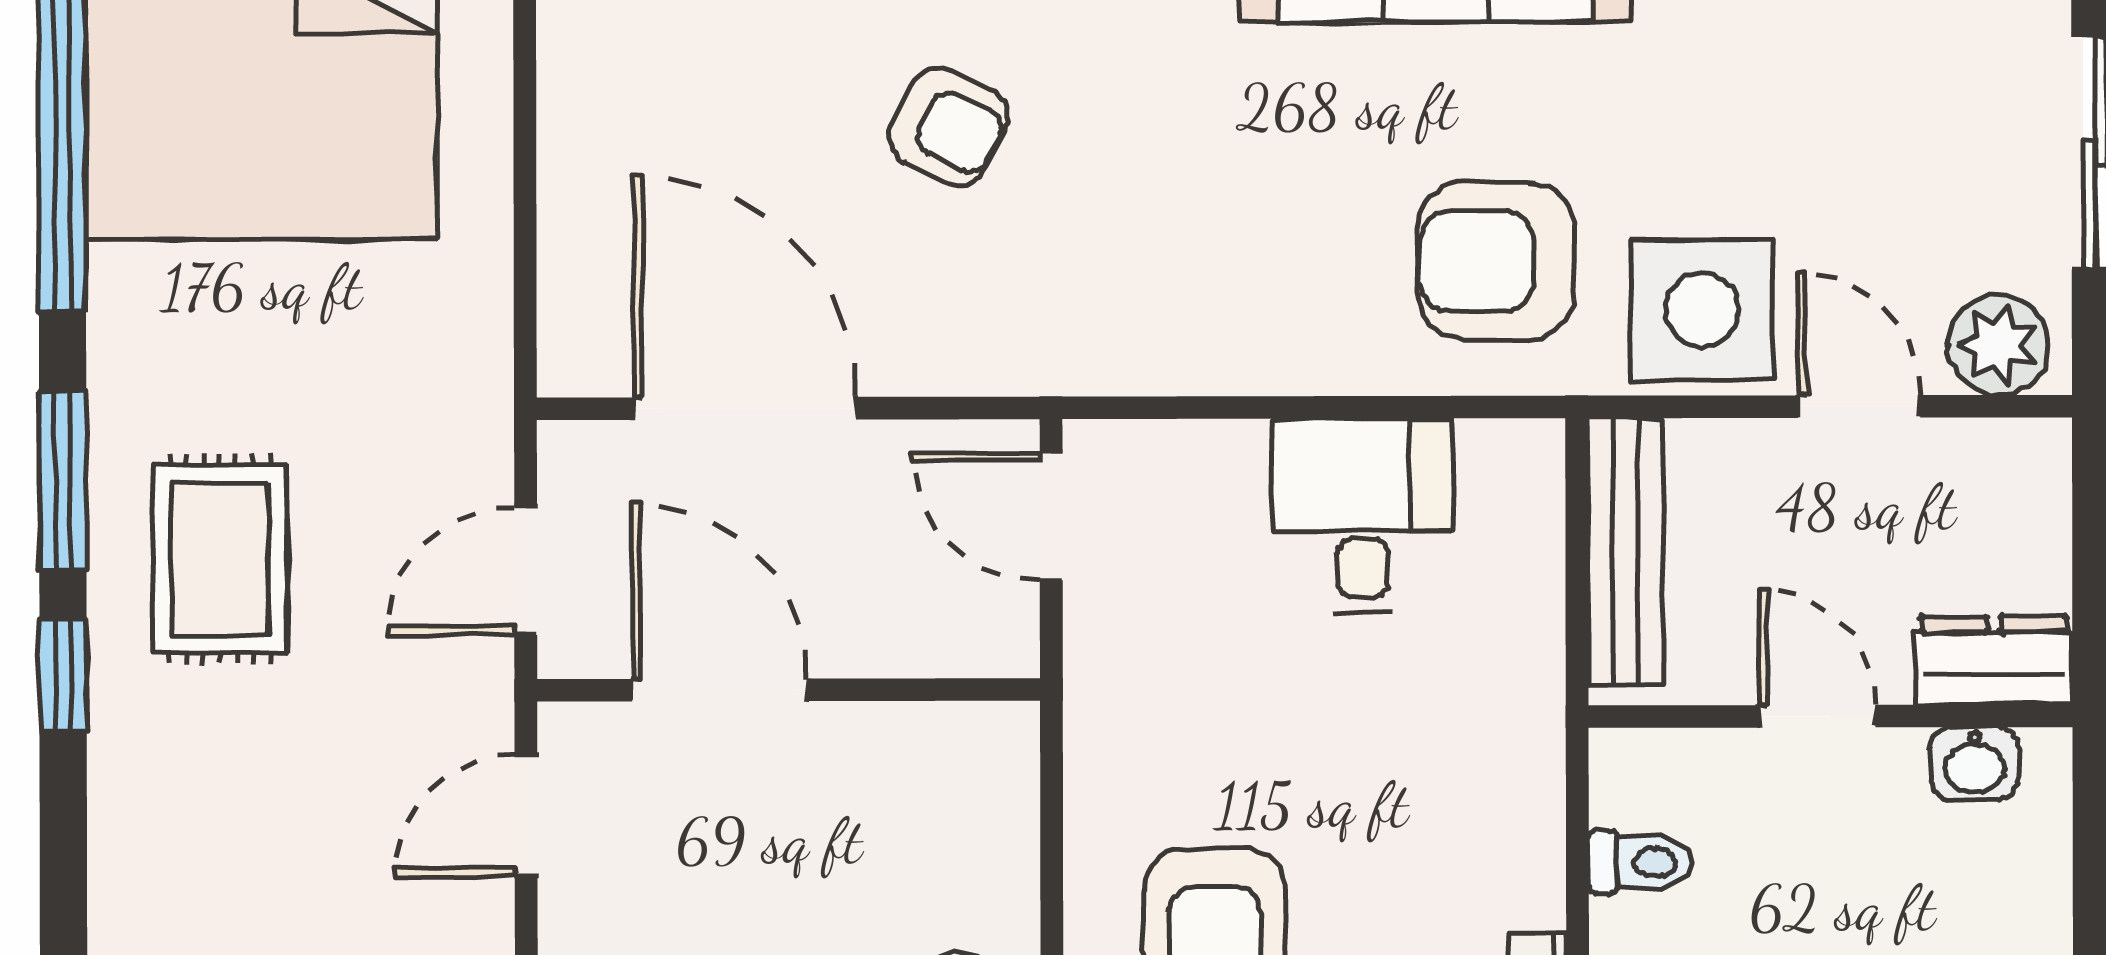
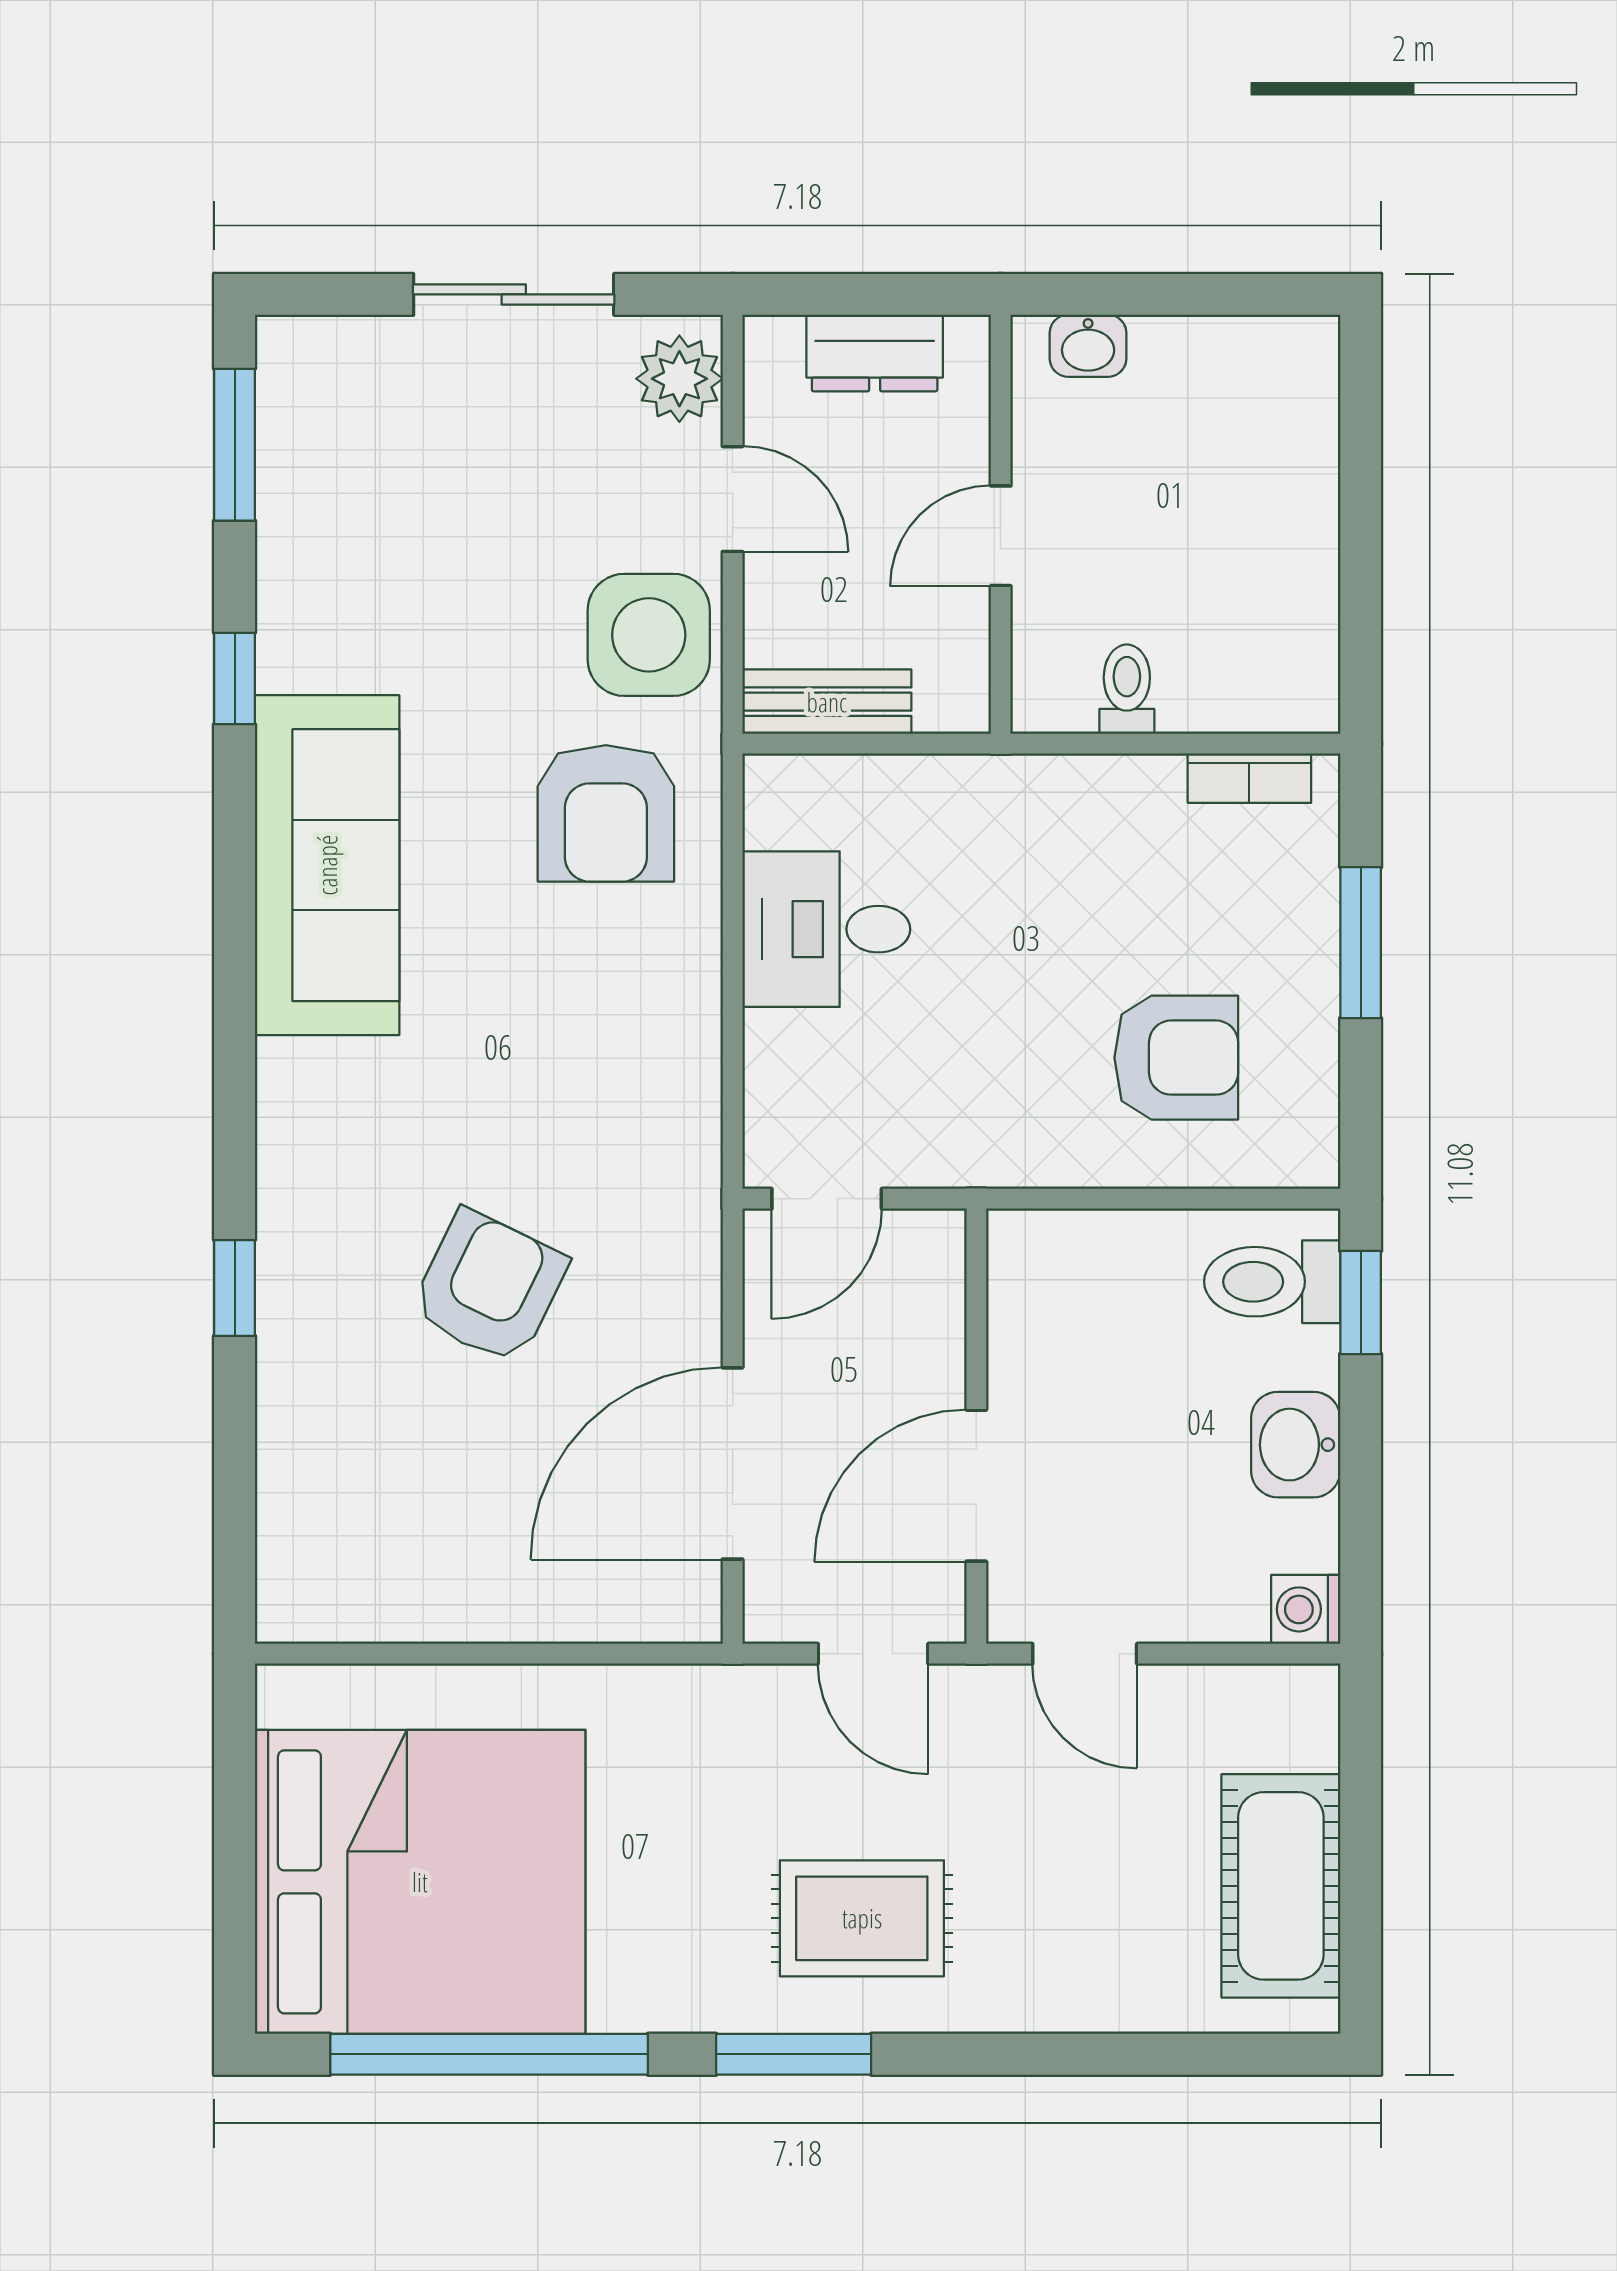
armchair: (948, 127) -> (489, 1287), width x1.38, depth x1.38
door: (1859, 406) -> (733, 499), swing flipped
bench: (1625, 551) -> (827, 702), width x0.73
dresser: (1994, 660) -> (875, 353), moved, turned -90
window: (63, 675) -> (962, 2054), removed
washbasin: (1975, 763) -> (1088, 346), moved, turned 90

